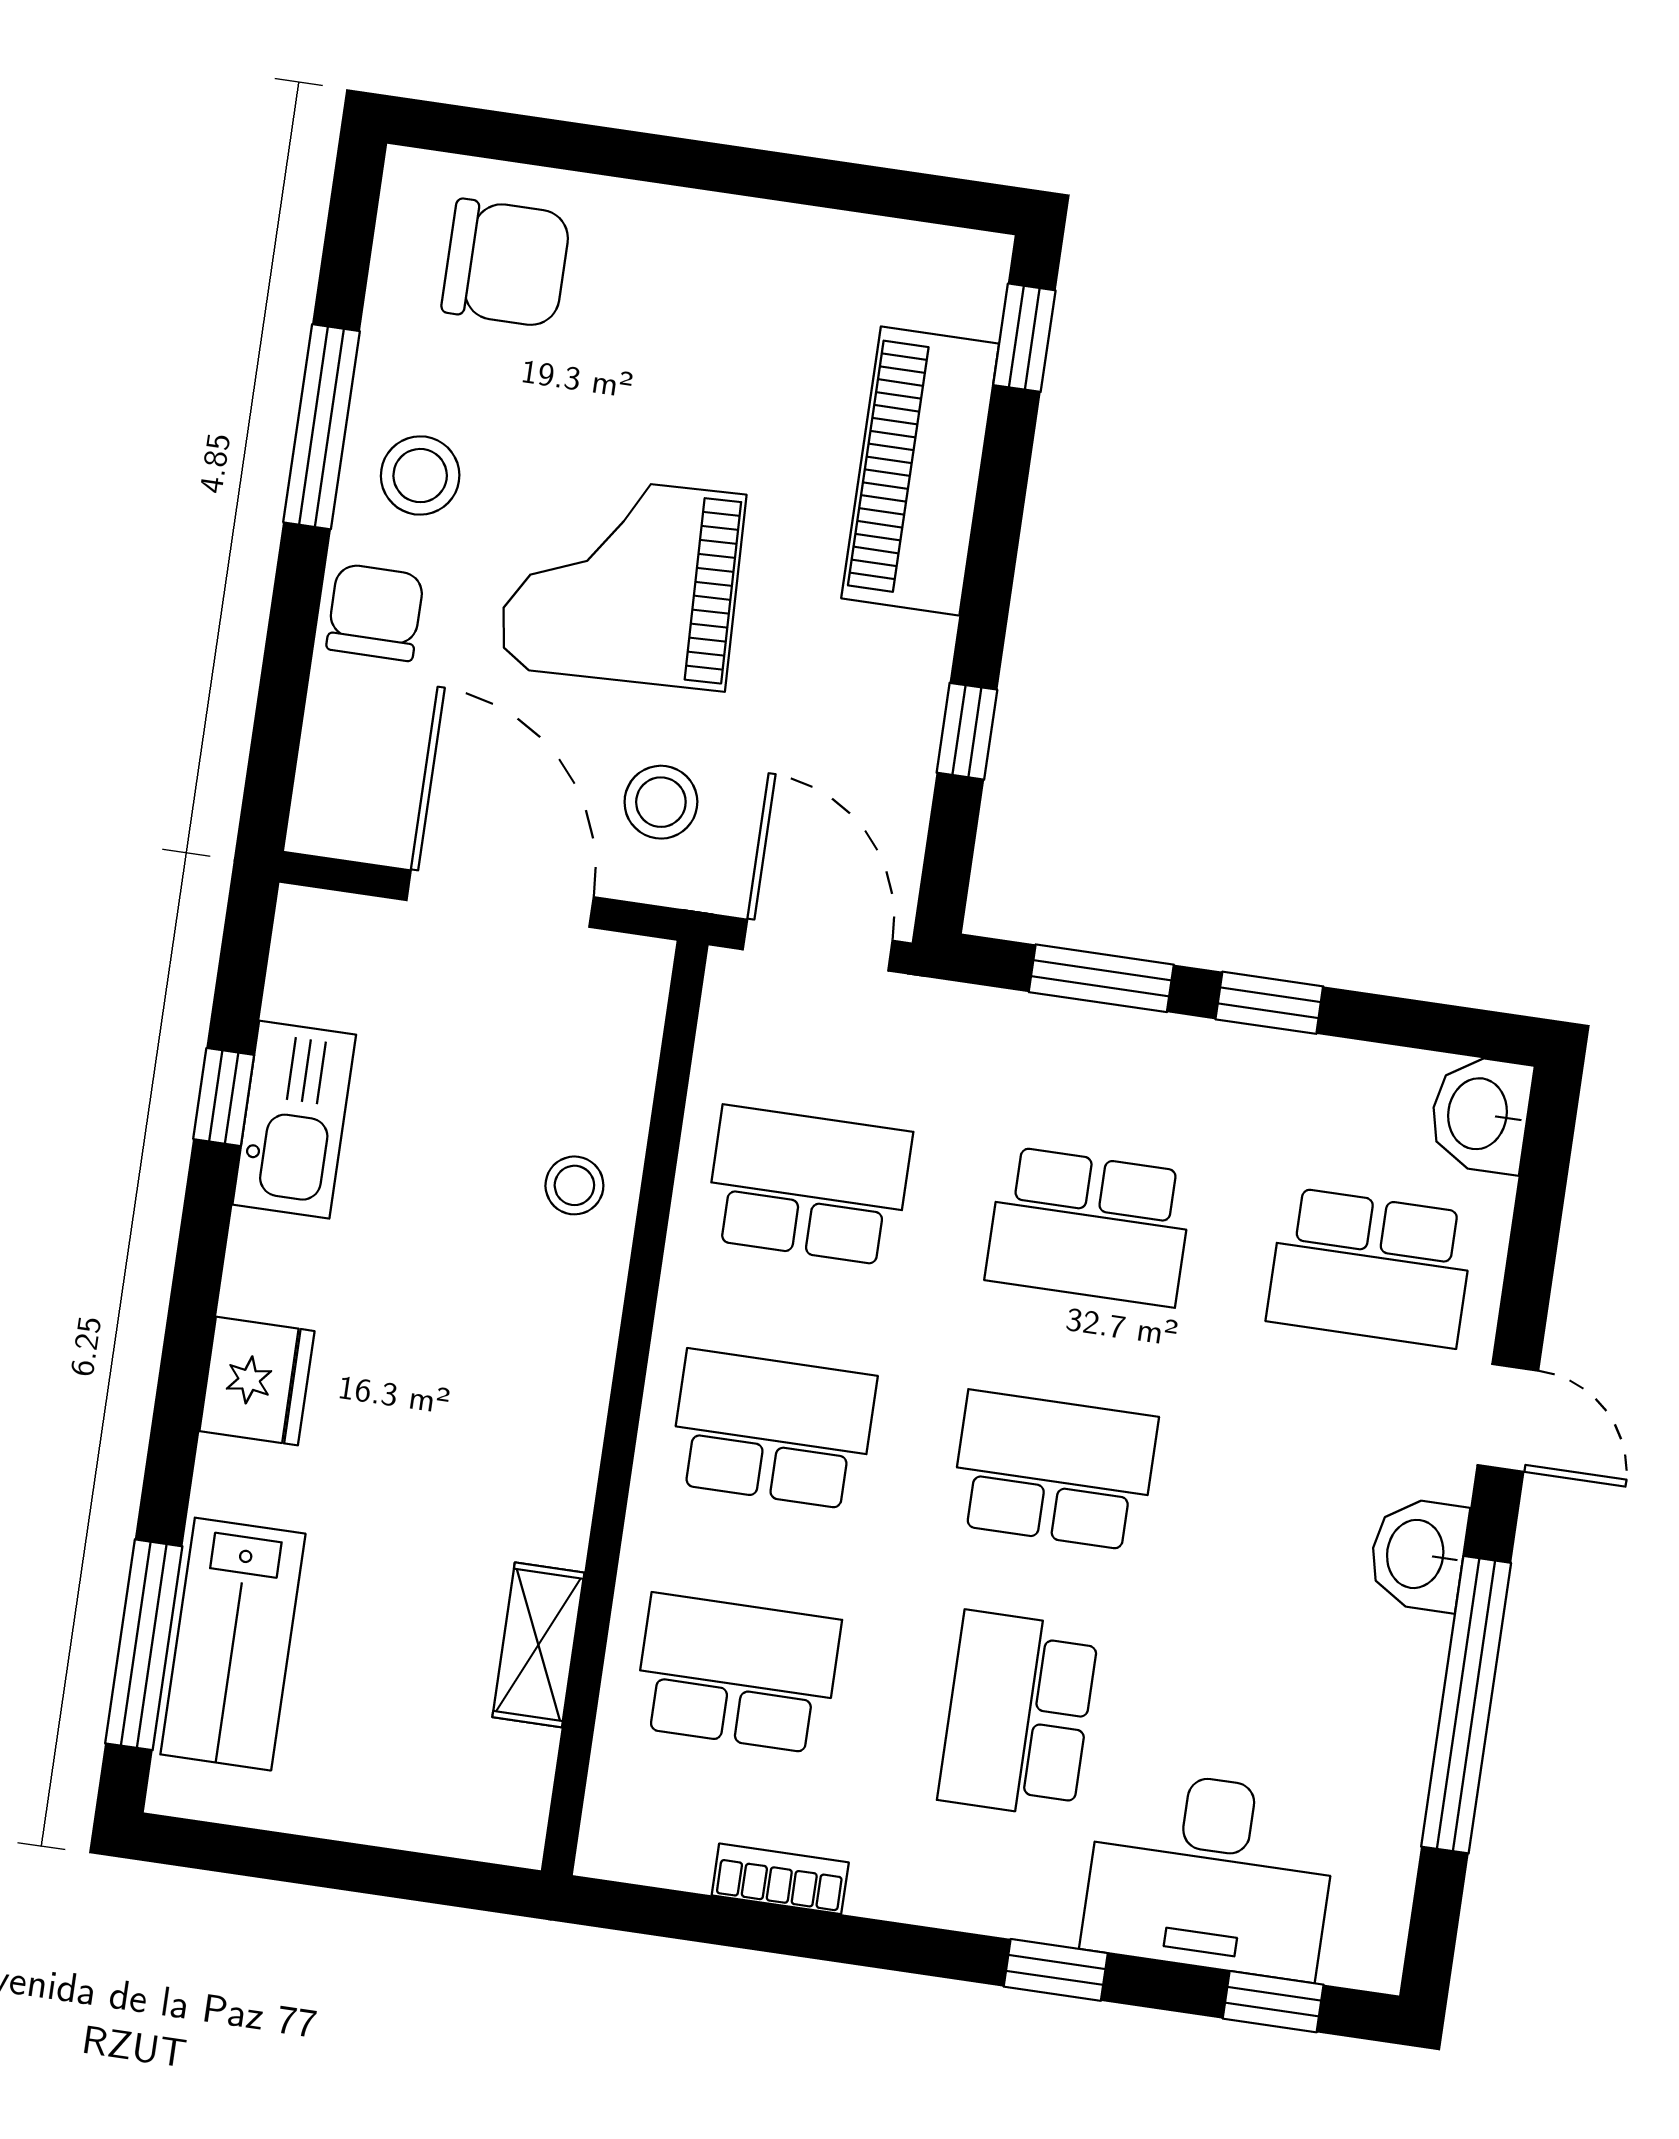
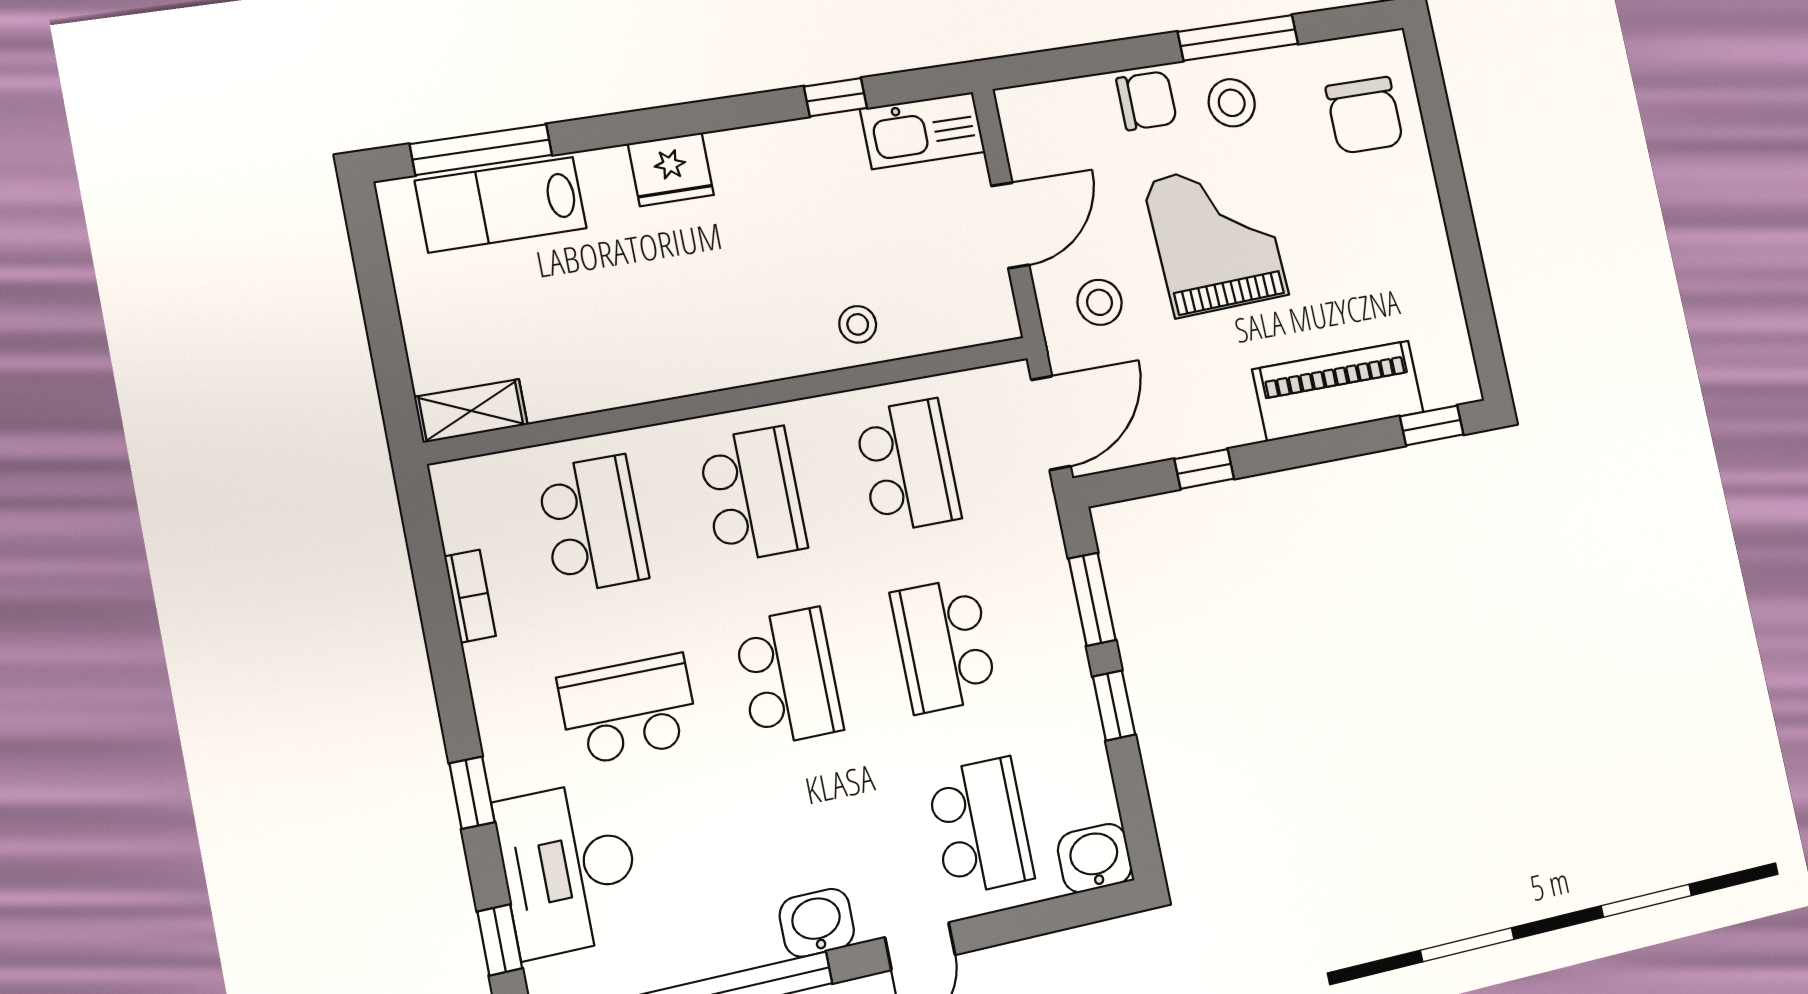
door: (500, 899) -> (1010, 225), width x0.73
kitchen sink: (294, 1120) -> (923, 130), moved
school desk: (1371, 1268) -> (980, 826), turned 180
shelving: (538, 1645) -> (471, 411), moved

